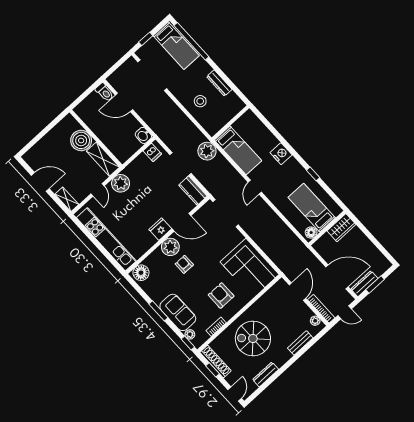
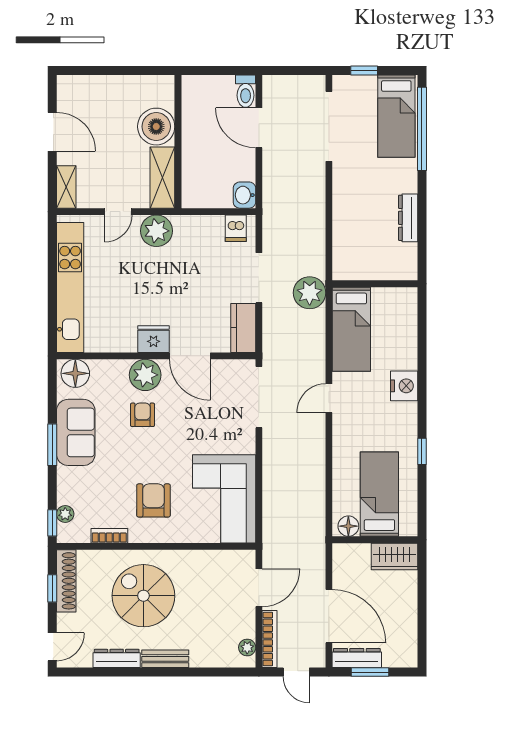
stool: (200, 101) -> (361, 219), removed
sofa: (178, 312) -> (76, 432), moved
bench: (300, 343) -> (165, 659), moved

